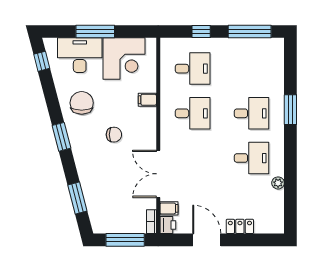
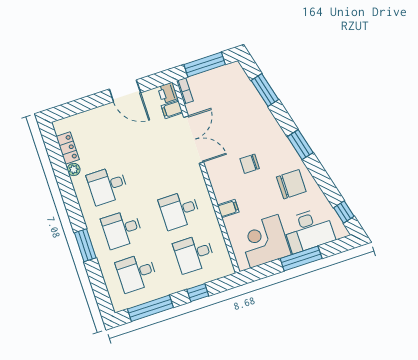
desk: (252, 69) -> (136, 273), added
chair: (82, 103) -> (291, 184), turned -90
locker: (240, 226) -> (68, 148), moved, turned -90

